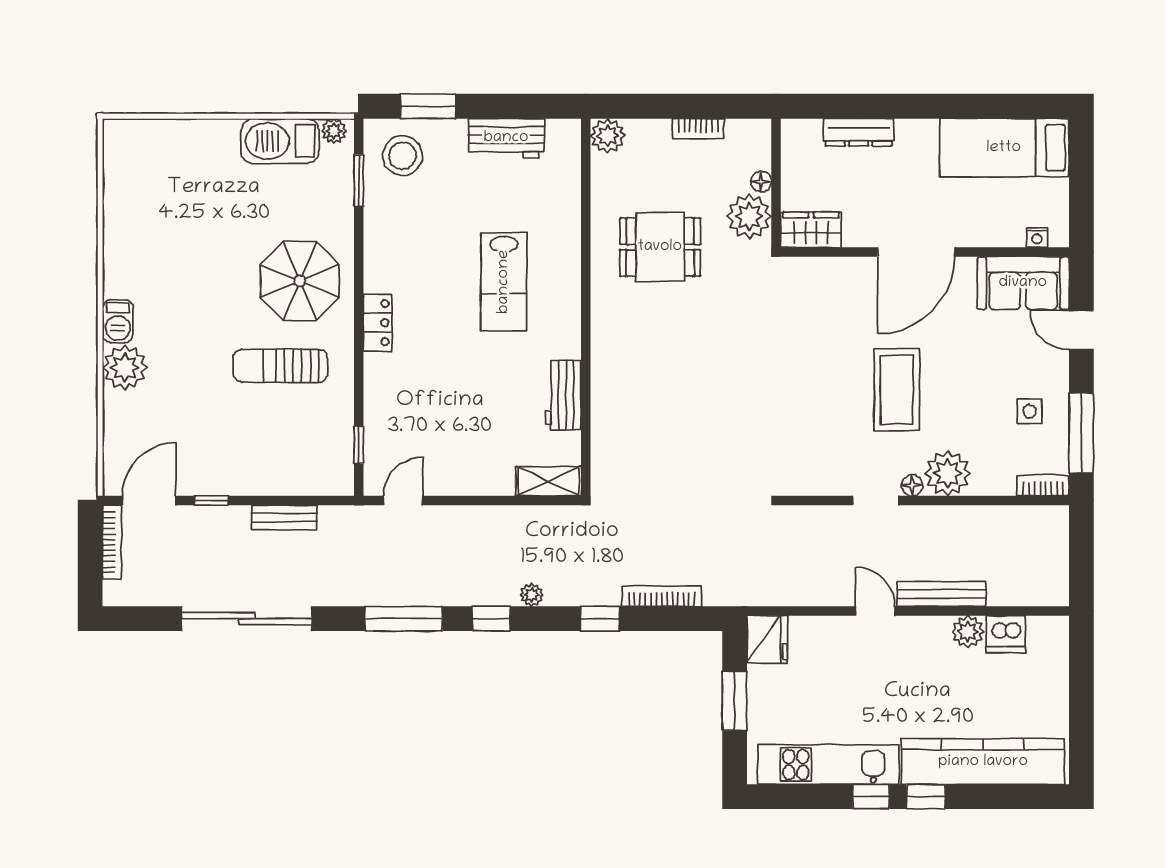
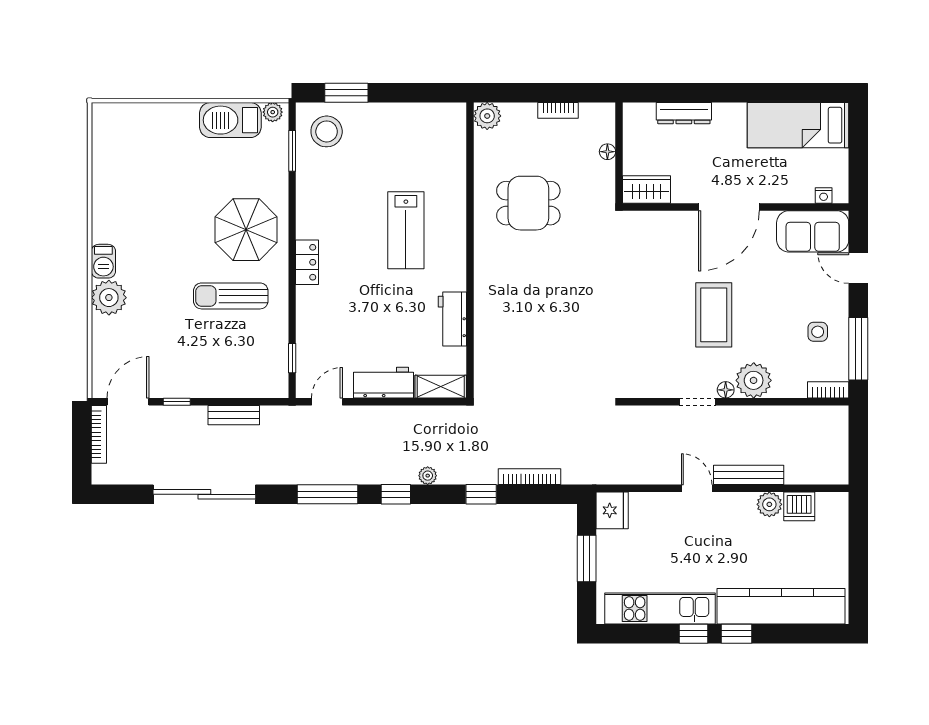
workbench: (506, 138) -> (383, 383), moved, turned 180
plant: (749, 216) -> (598, 179), removed

